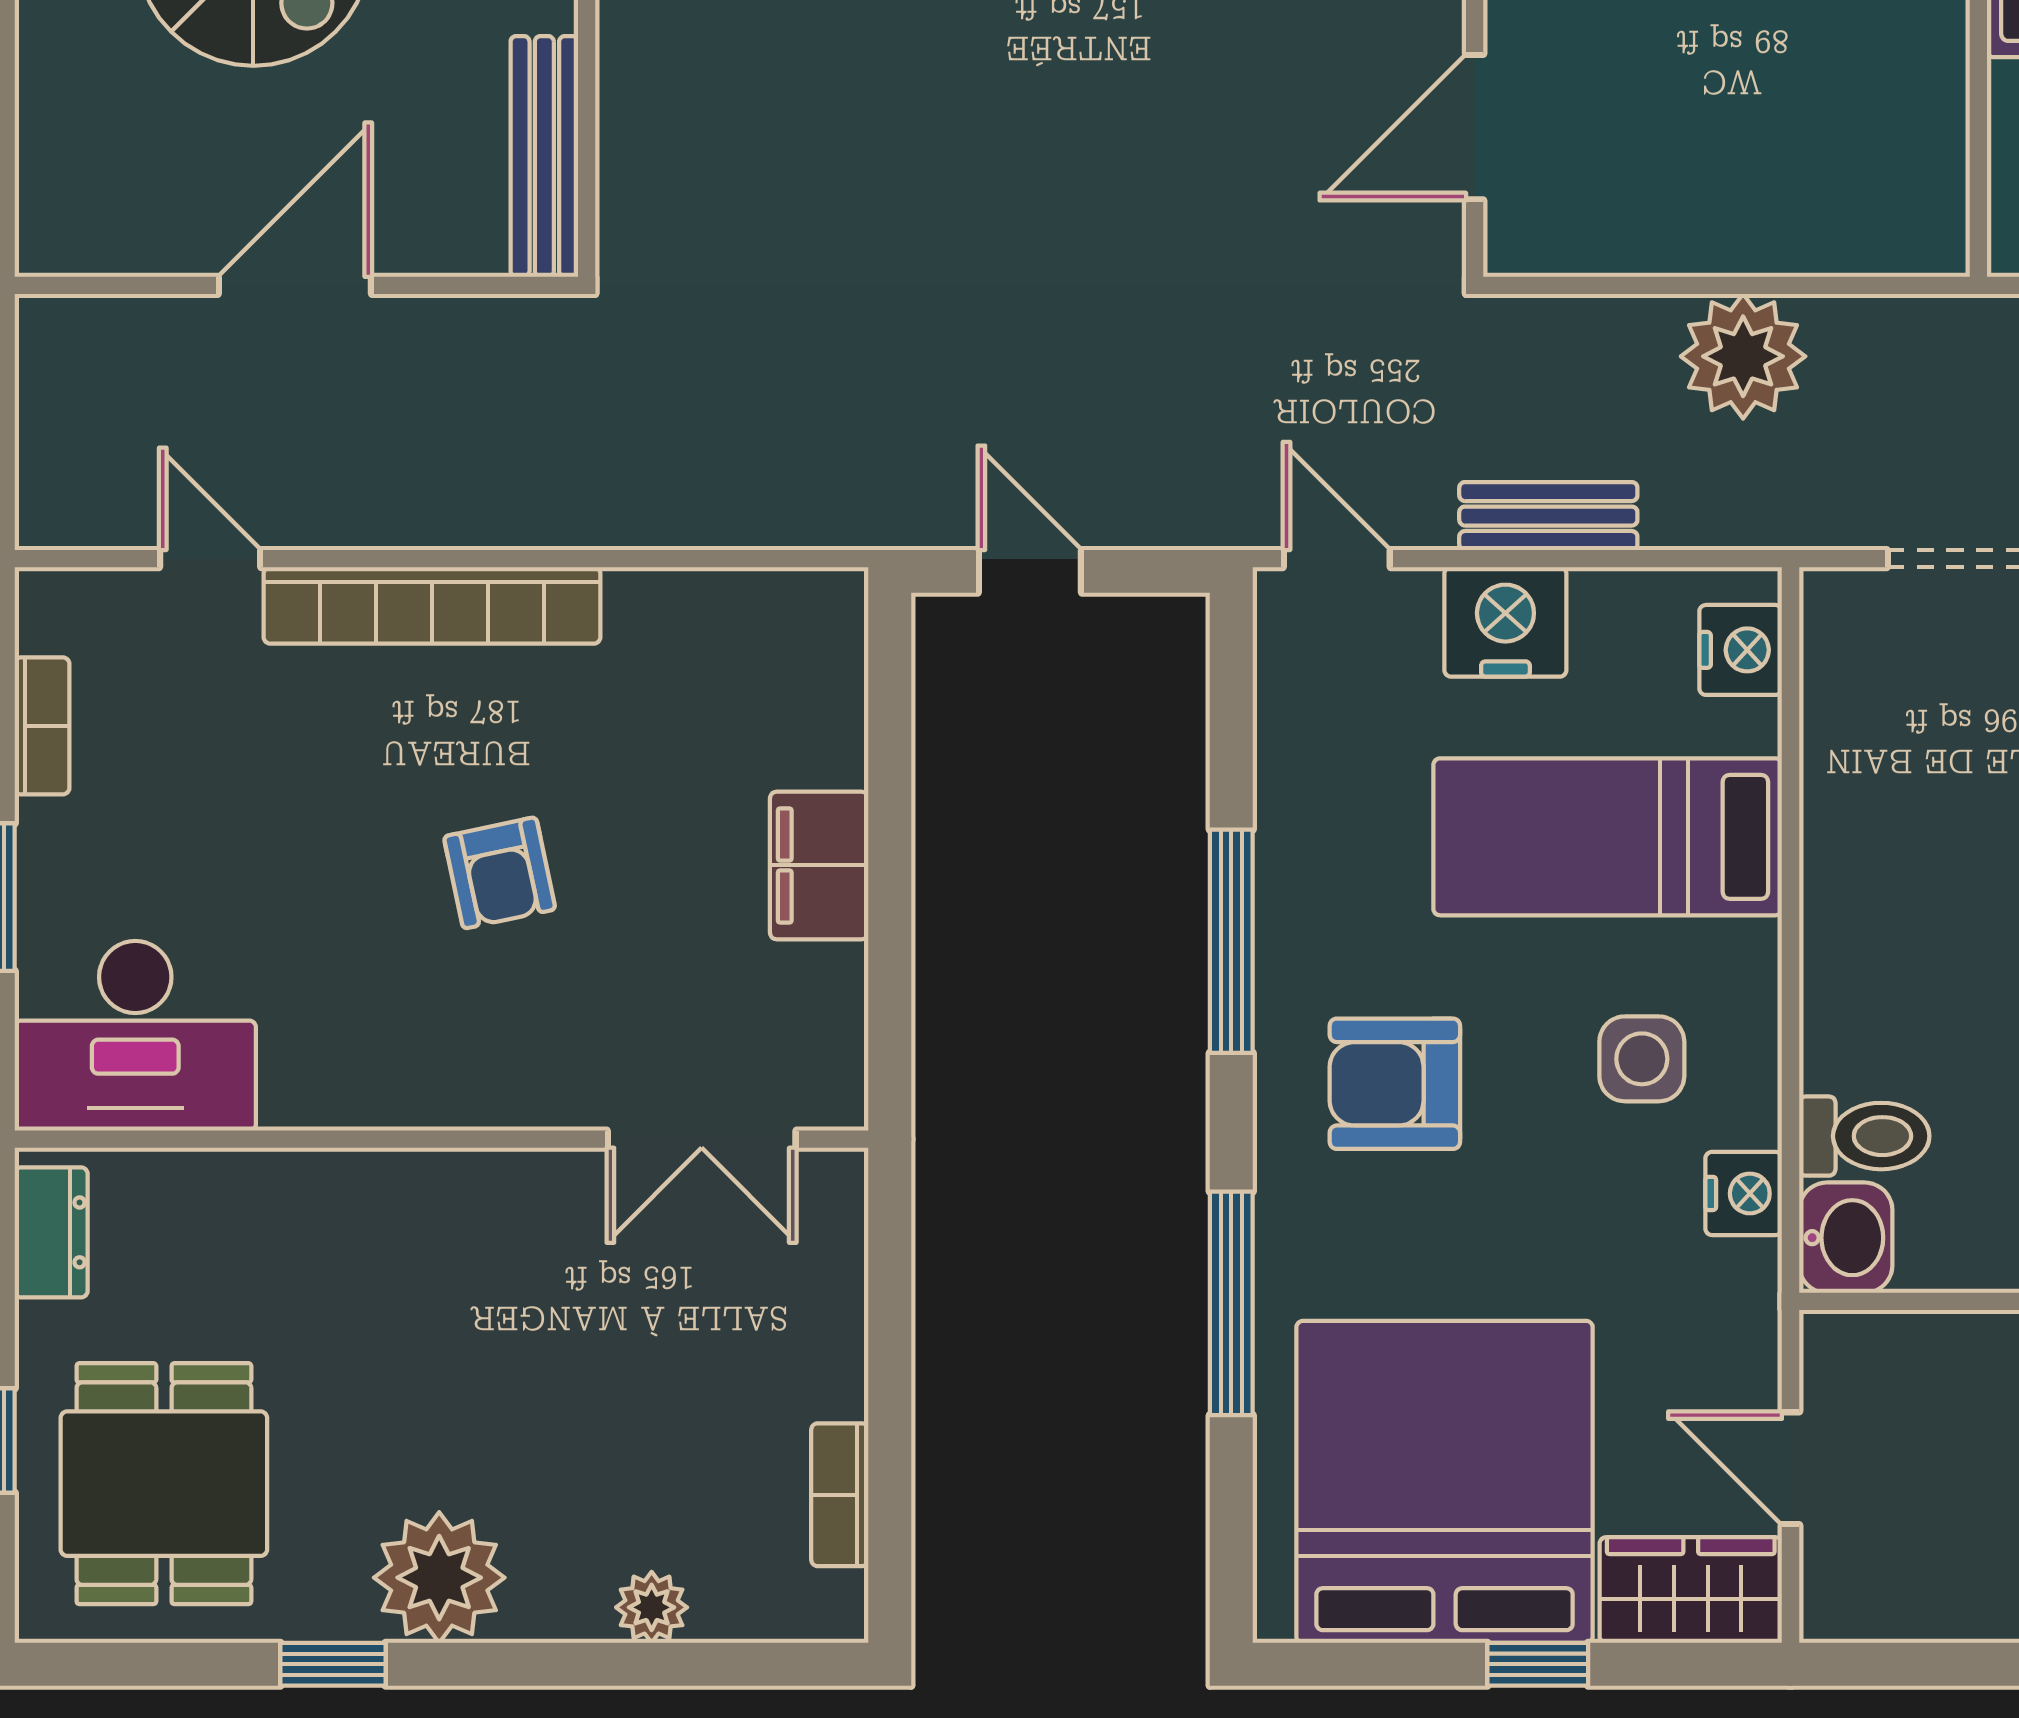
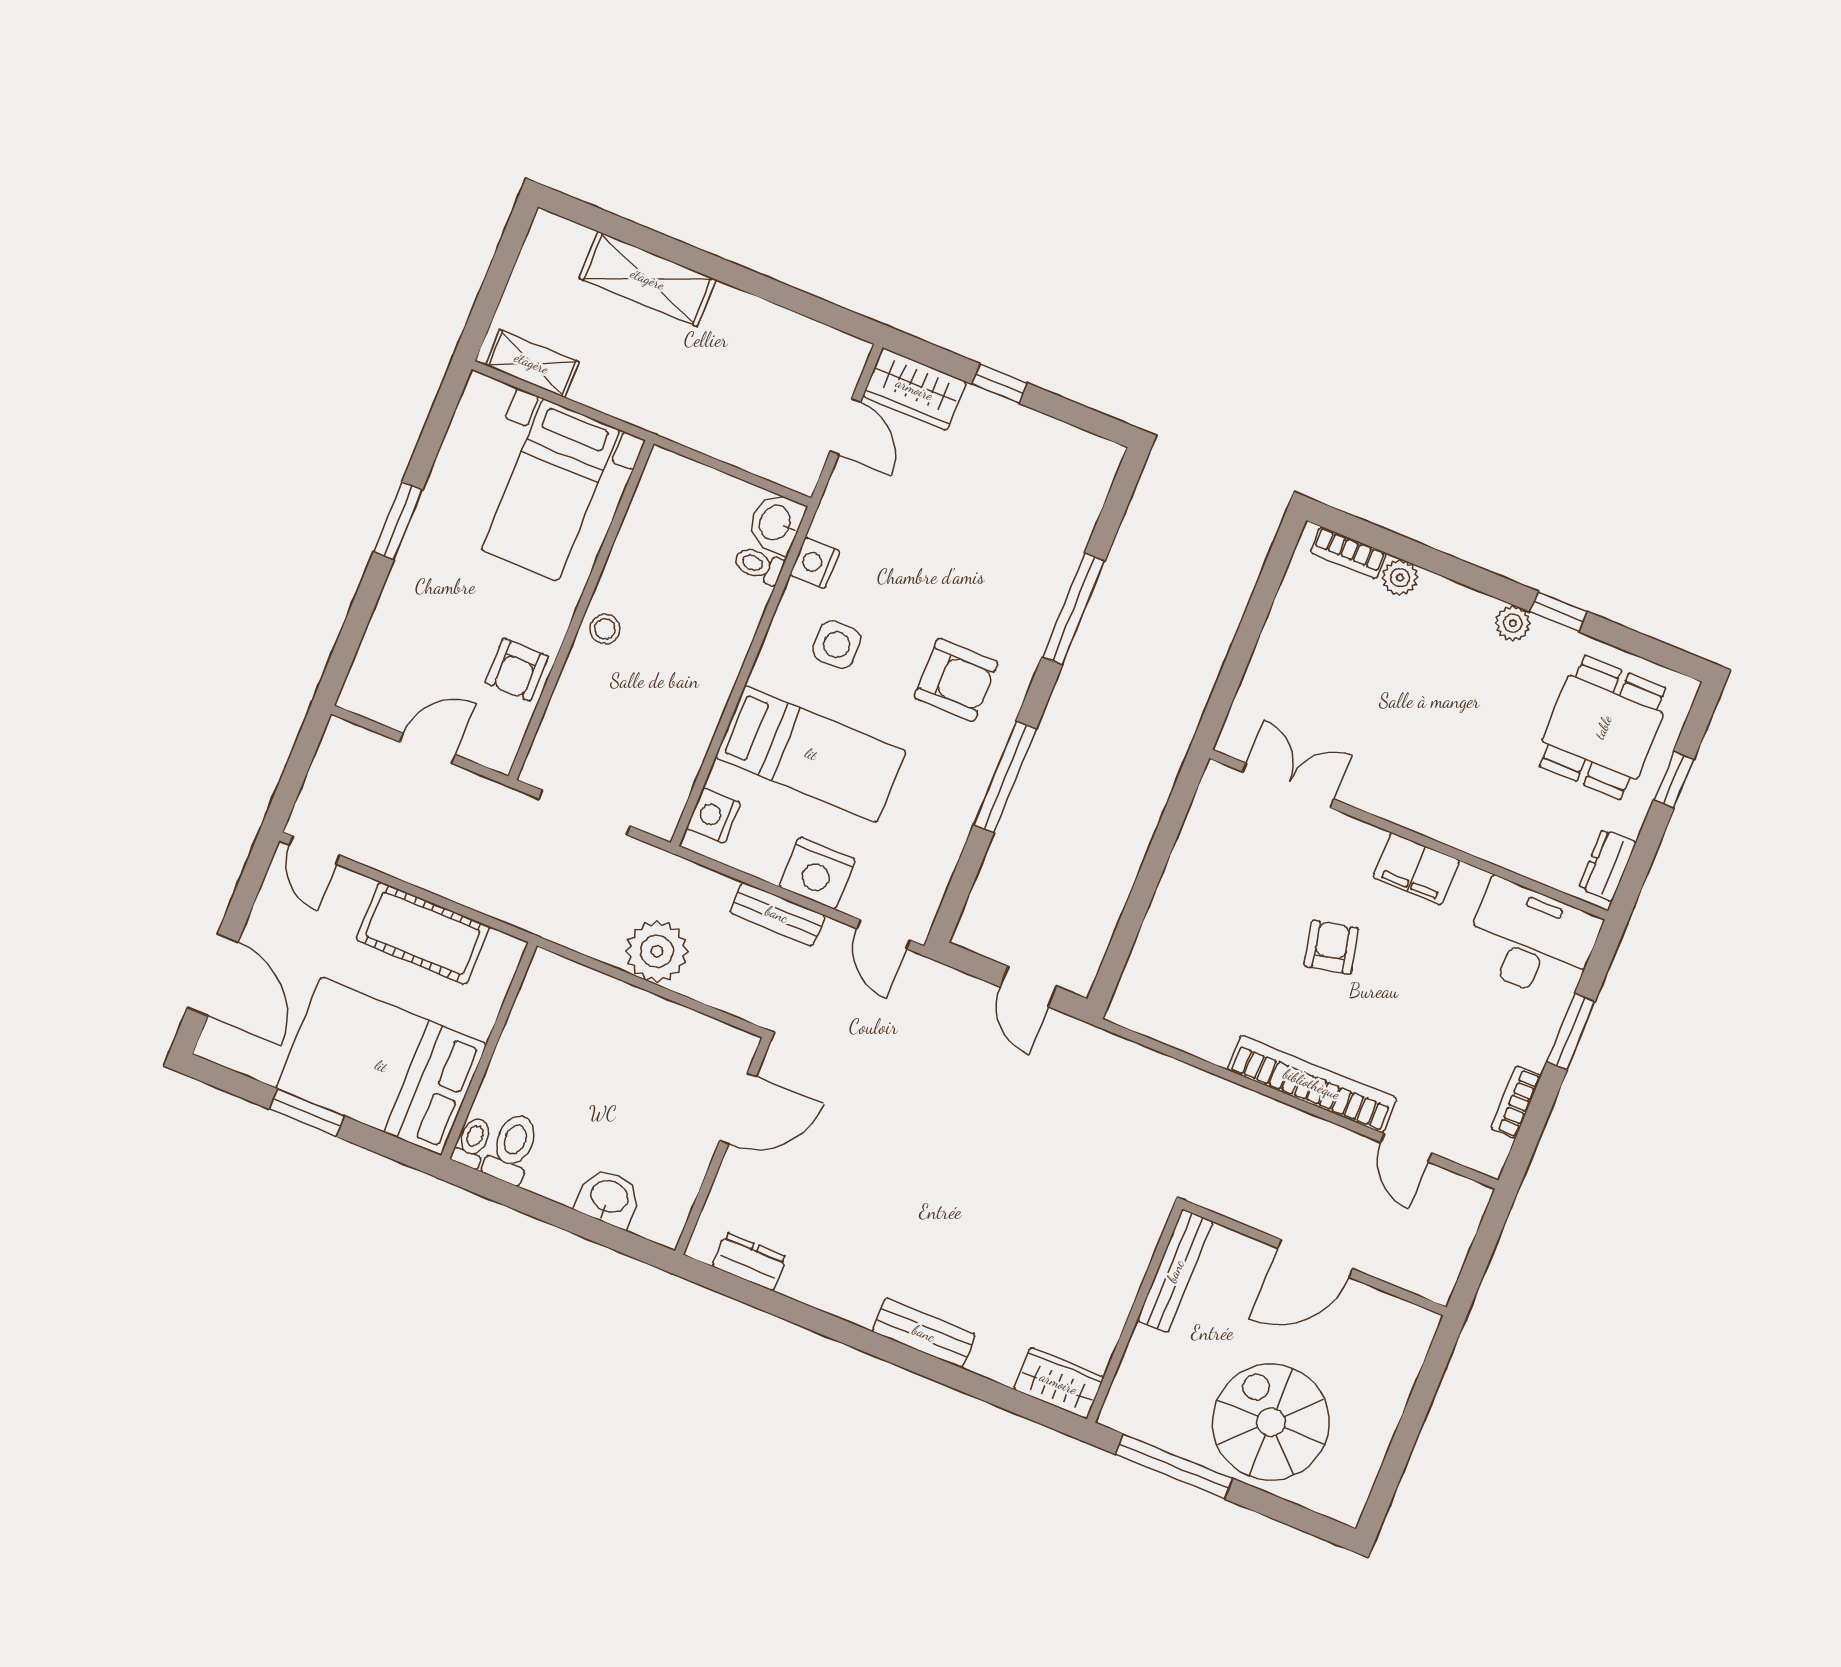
filing cabinet: (819, 865) -> (1416, 869), moved, turned 90
toilet: (1864, 1136) -> (759, 565), width x0.73, depth x0.72
bed: (1445, 1482) -> (1008, 486), removed
bookcase: (840, 1495) -> (1348, 553), moved, turned 90
plant: (439, 1578) -> (1513, 623), width x0.53, depth x0.53

